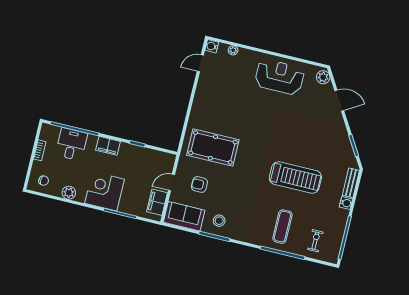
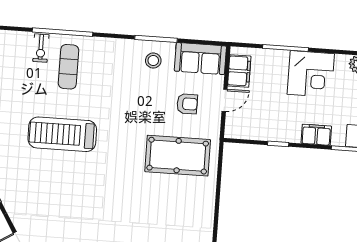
exercise bike: (315, 241) -> (41, 48), moved

